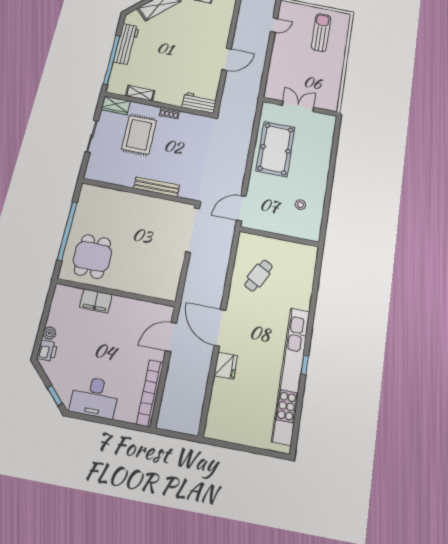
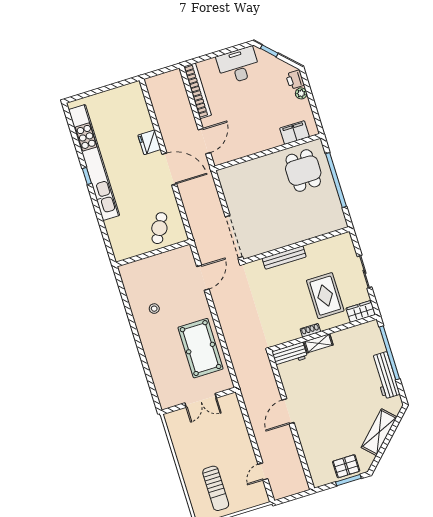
shelving: (140, 93) -> (319, 343), moved
wall: (279, 237) -> (153, 253), moved
filing cabinet: (96, 301) -> (294, 133), moved

